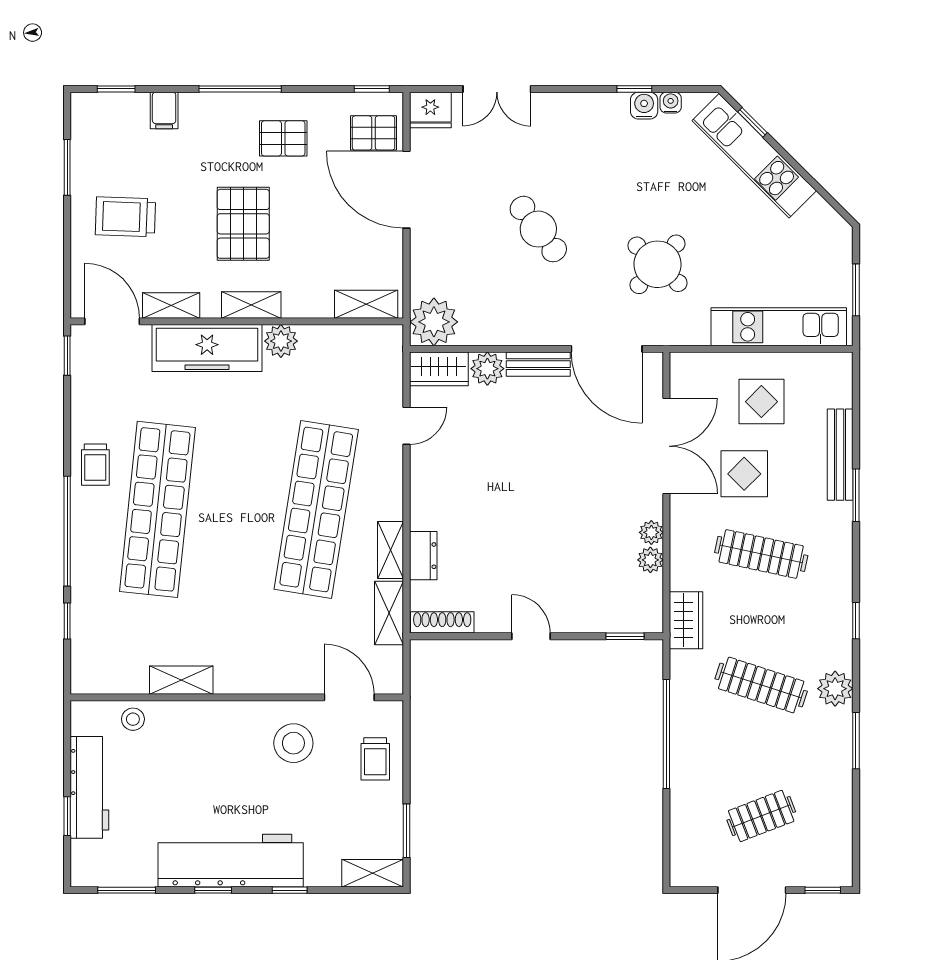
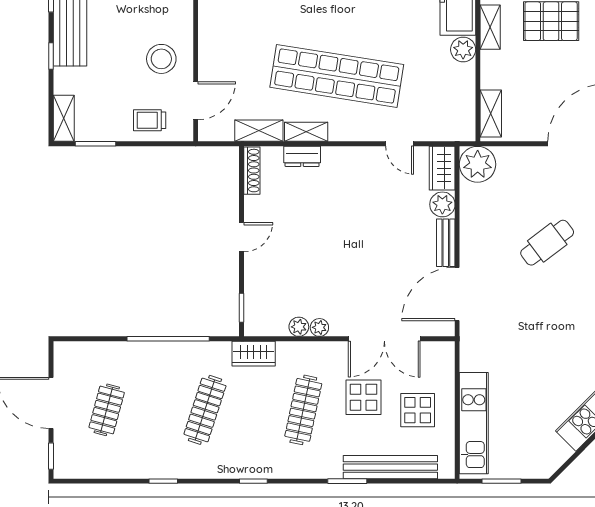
round table: (657, 264) -> (521, 332), removed
bench: (840, 455) -> (390, 467), width x1.37, depth x1.21
plant: (835, 689) -> (202, 465), removed
window: (856, 741) -> (163, 481), width x0.67
clothes rail: (761, 816) -> (107, 410), turned 36

